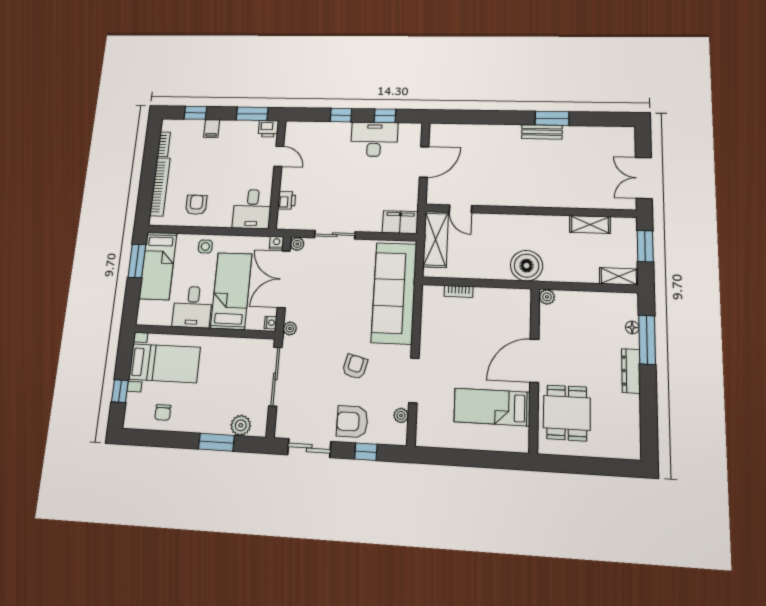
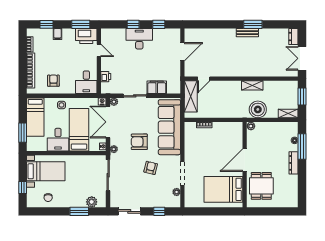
printer: (268, 129) -> (86, 36), width x1.87, depth x1.48
desk: (374, 139) -> (139, 39), moved
dresser: (627, 140) -> (293, 37), added
door: (461, 209) -> (204, 79), hinge flipped
filing cabinet: (400, 222) -> (157, 87), moved
shelving: (590, 224) -> (252, 85), moved
window: (137, 261) -> (23, 133), moved
boiler: (527, 266) -> (258, 109), moved
bed: (492, 407) -> (223, 189), width x1.50
armchair: (352, 422) -> (139, 142), moved

